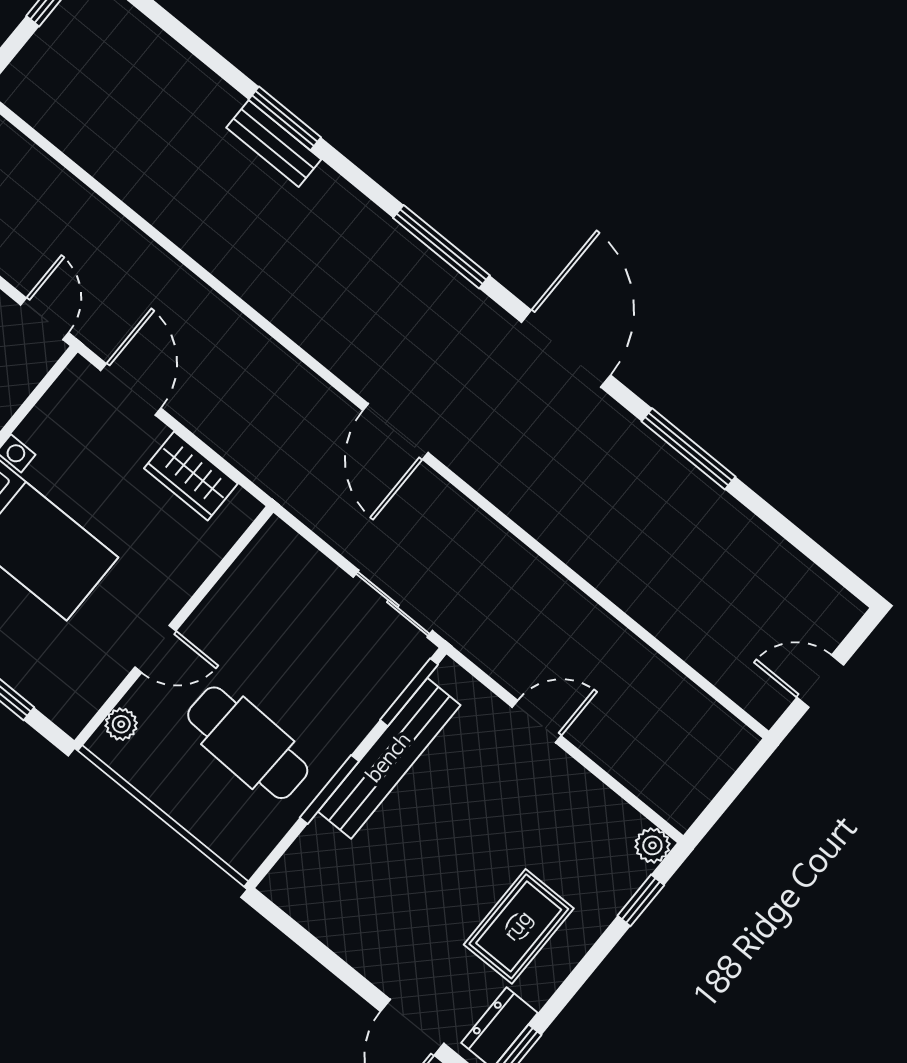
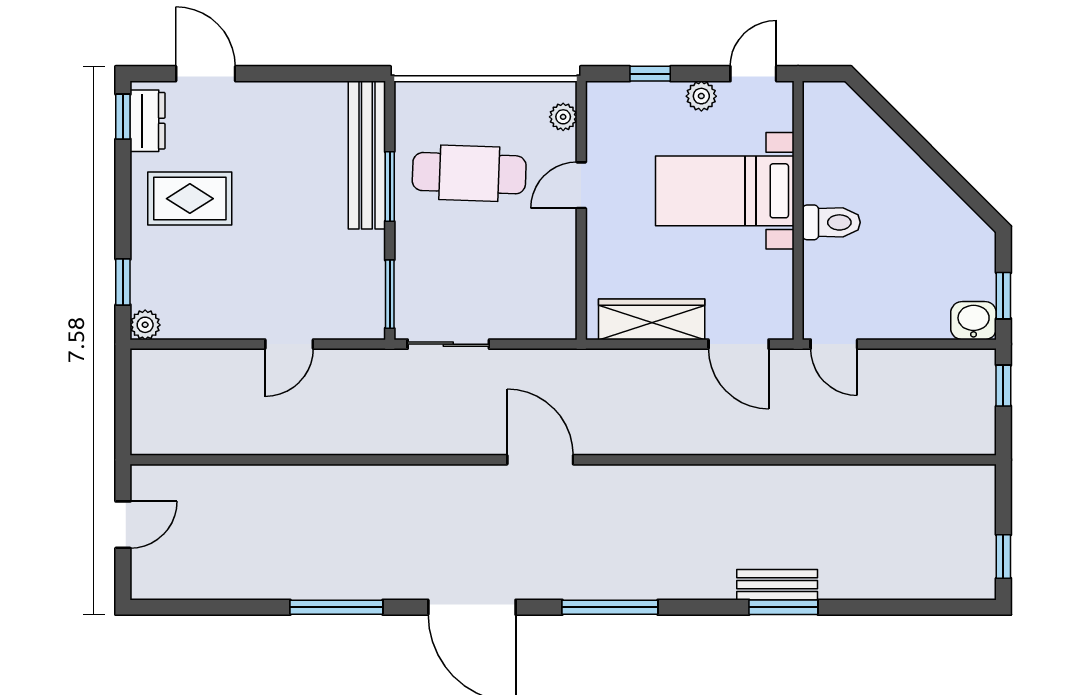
wardrobe: (191, 476) -> (652, 319), width x1.50
bench: (389, 758) -> (367, 155), moved
rug: (519, 926) -> (190, 199), turned 90

